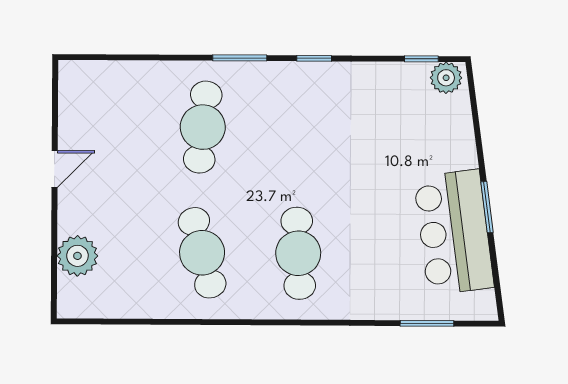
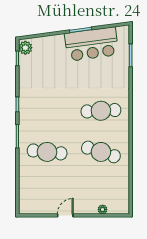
door: (55, 169) -> (65, 215), hinge flipped
cafe table: (202, 253) -> (101, 152), turned 33
plant: (77, 256) -> (103, 209), width x0.53, depth x0.53

